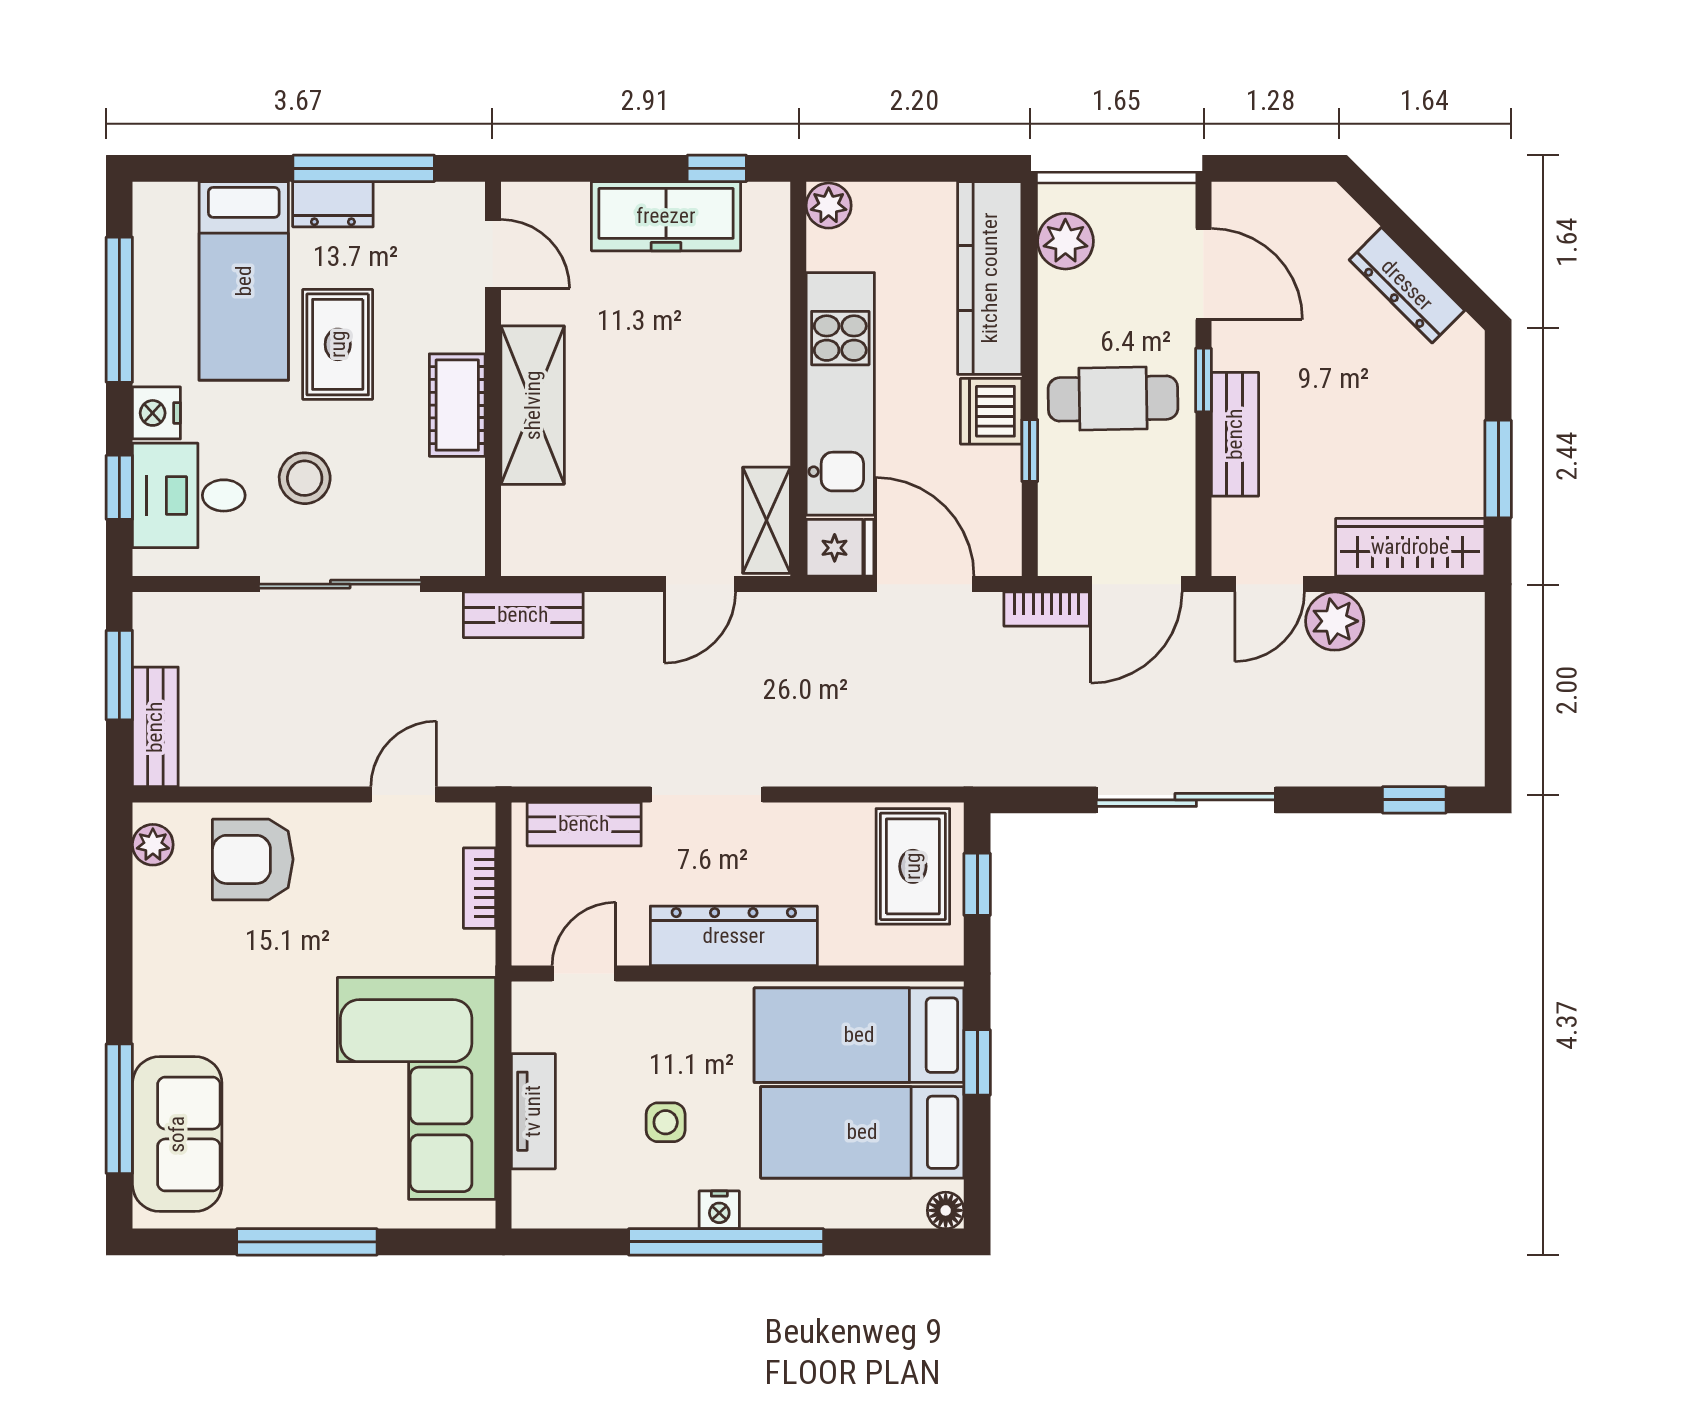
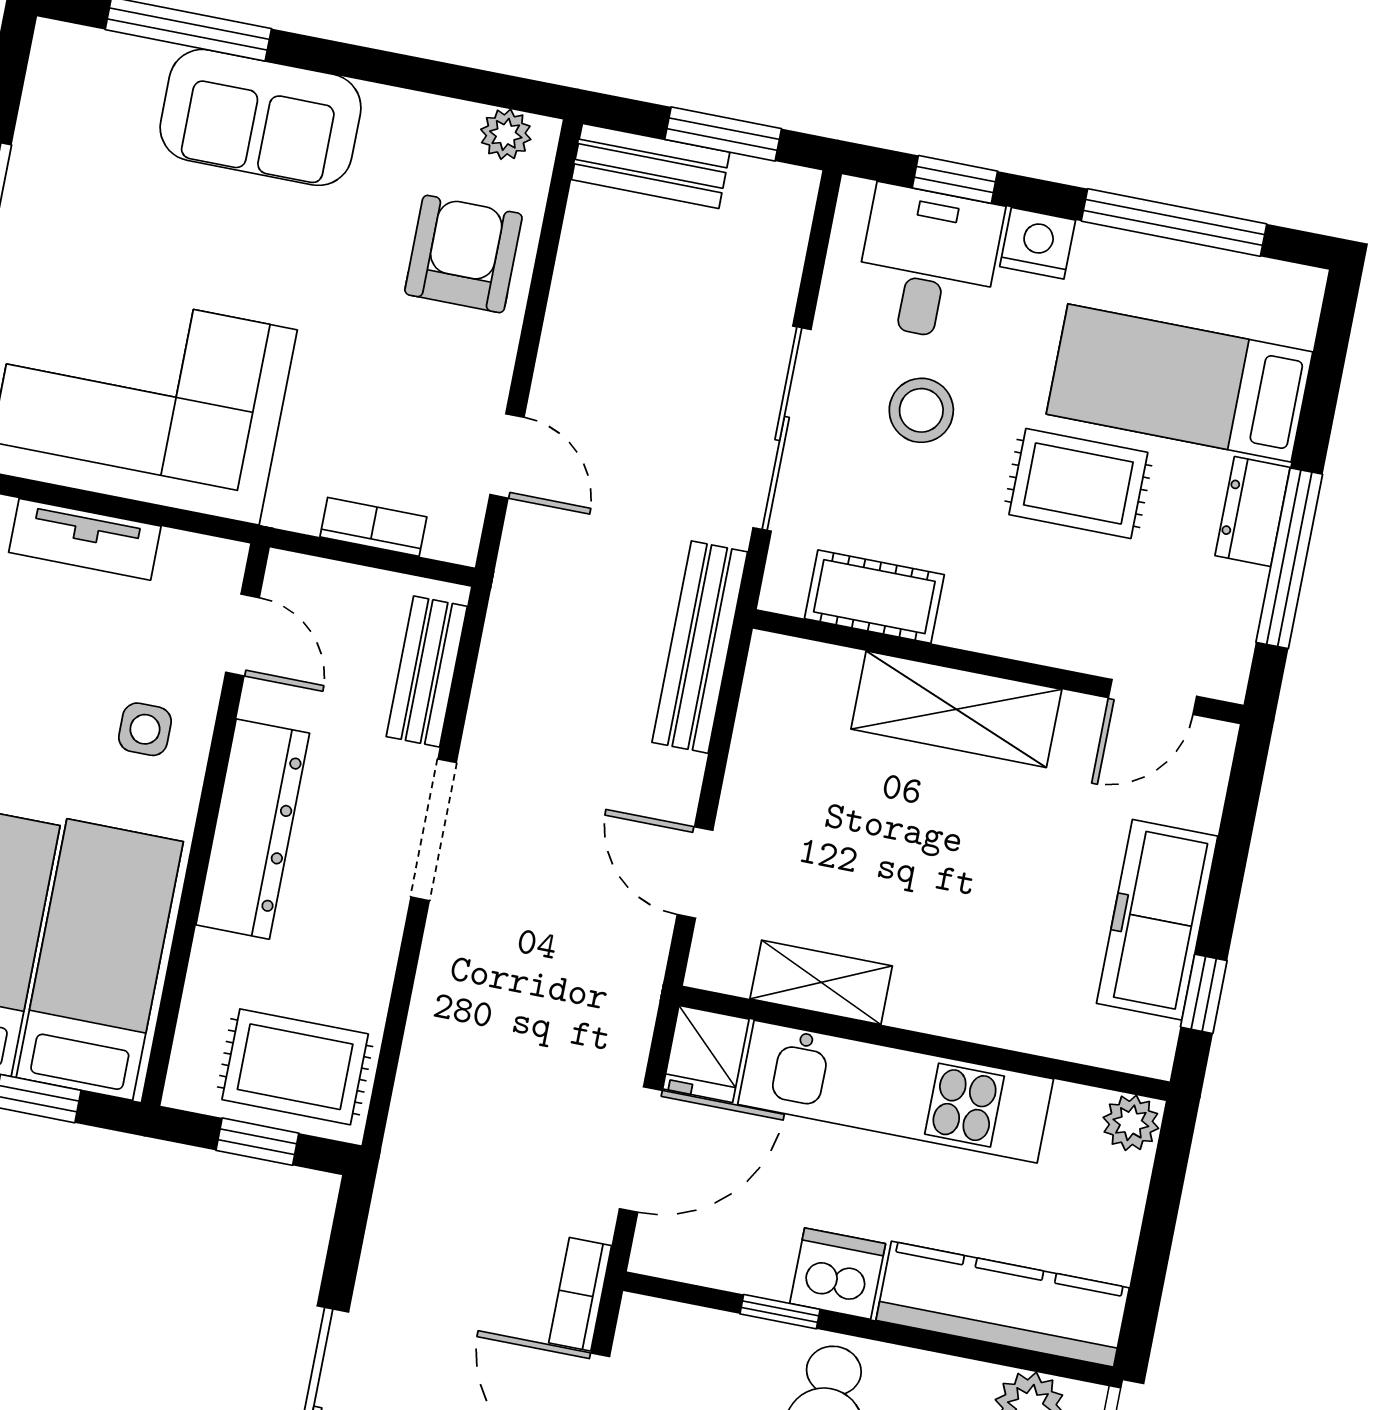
cot: (457, 405) -> (874, 597), moved
shelving: (766, 520) -> (821, 982), moved
bench: (523, 615) -> (700, 647), width x1.36
side table: (666, 1122) -> (145, 729), moved
sofa: (177, 1134) -> (261, 117), moved

